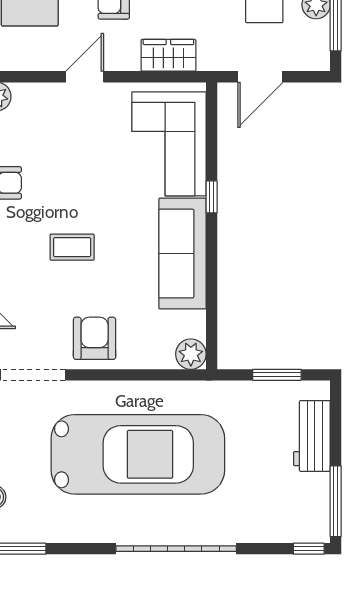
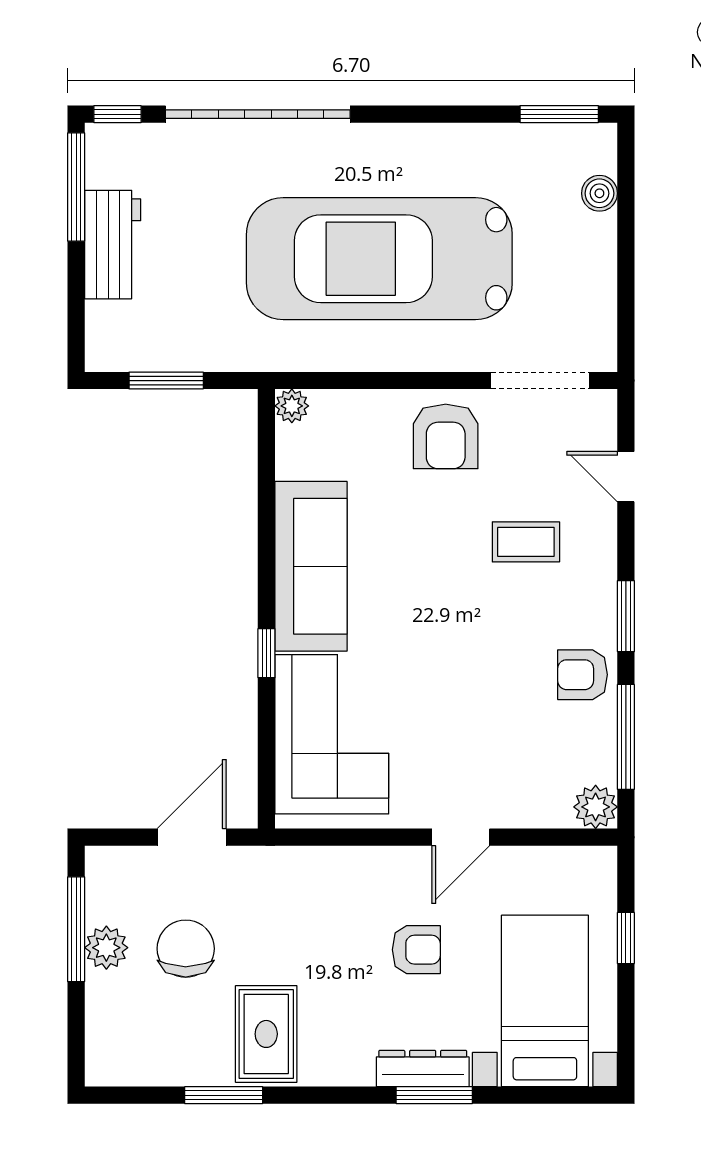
wardrobe: (168, 55) -> (332, 870), removed
coffee table: (72, 247) -> (526, 542), moved
plant: (191, 354) -> (292, 406), width x0.73, depth x0.73
workbench: (312, 436) -> (113, 245), moved
garage door: (176, 549) -> (258, 114), moved

